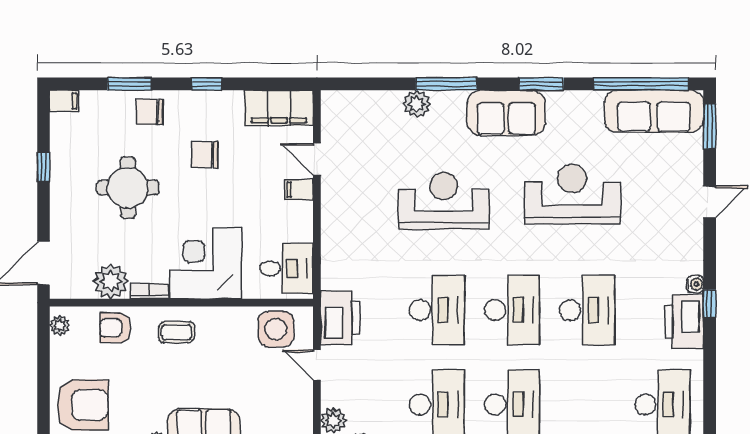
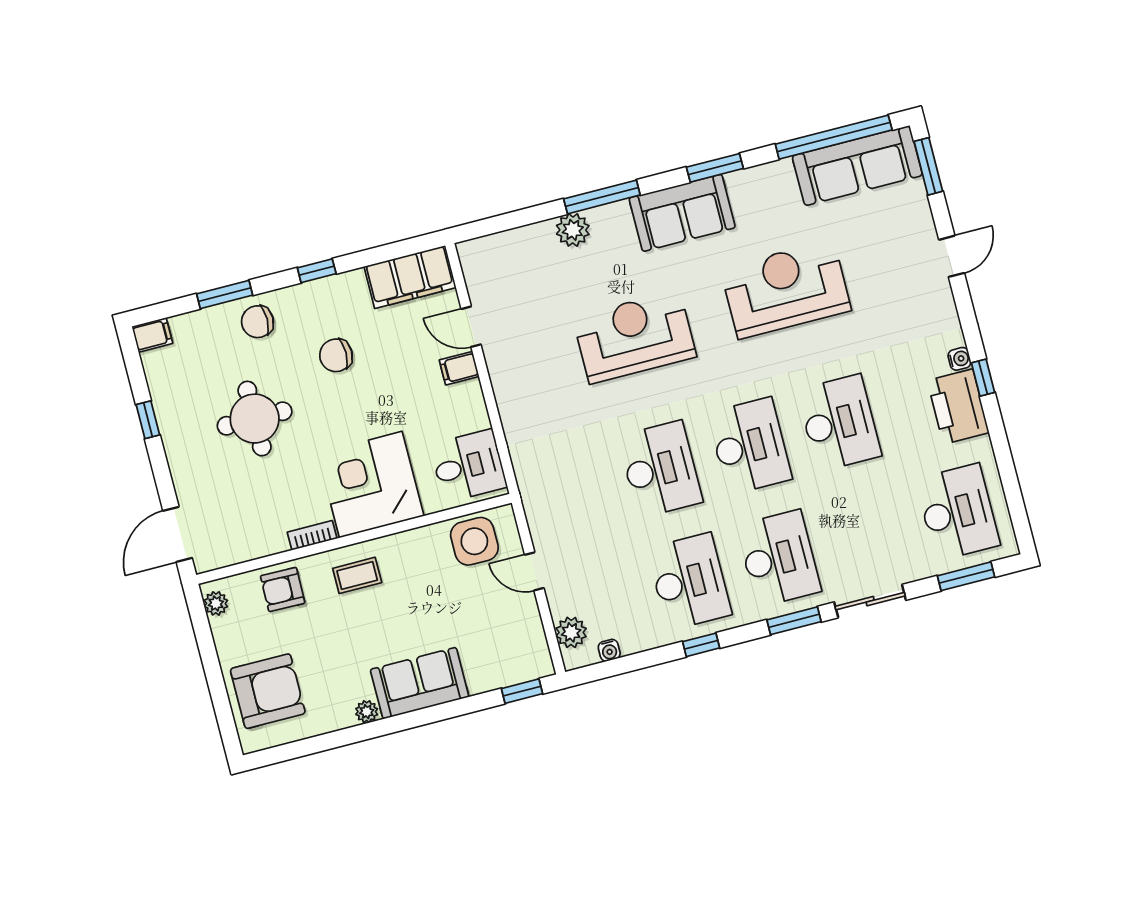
plant: (111, 281) -> (263, 535), removed
printer: (340, 318) -> (547, 508), removed

